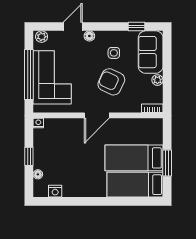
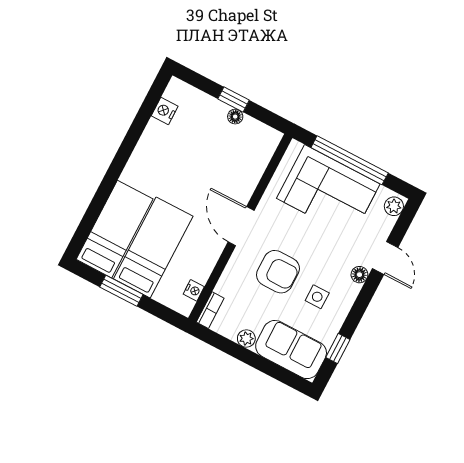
armchair: (111, 82) -> (278, 272), turned 65
nightstand: (38, 123) -> (194, 290), moved
floor lamp: (38, 174) -> (235, 117), moved

